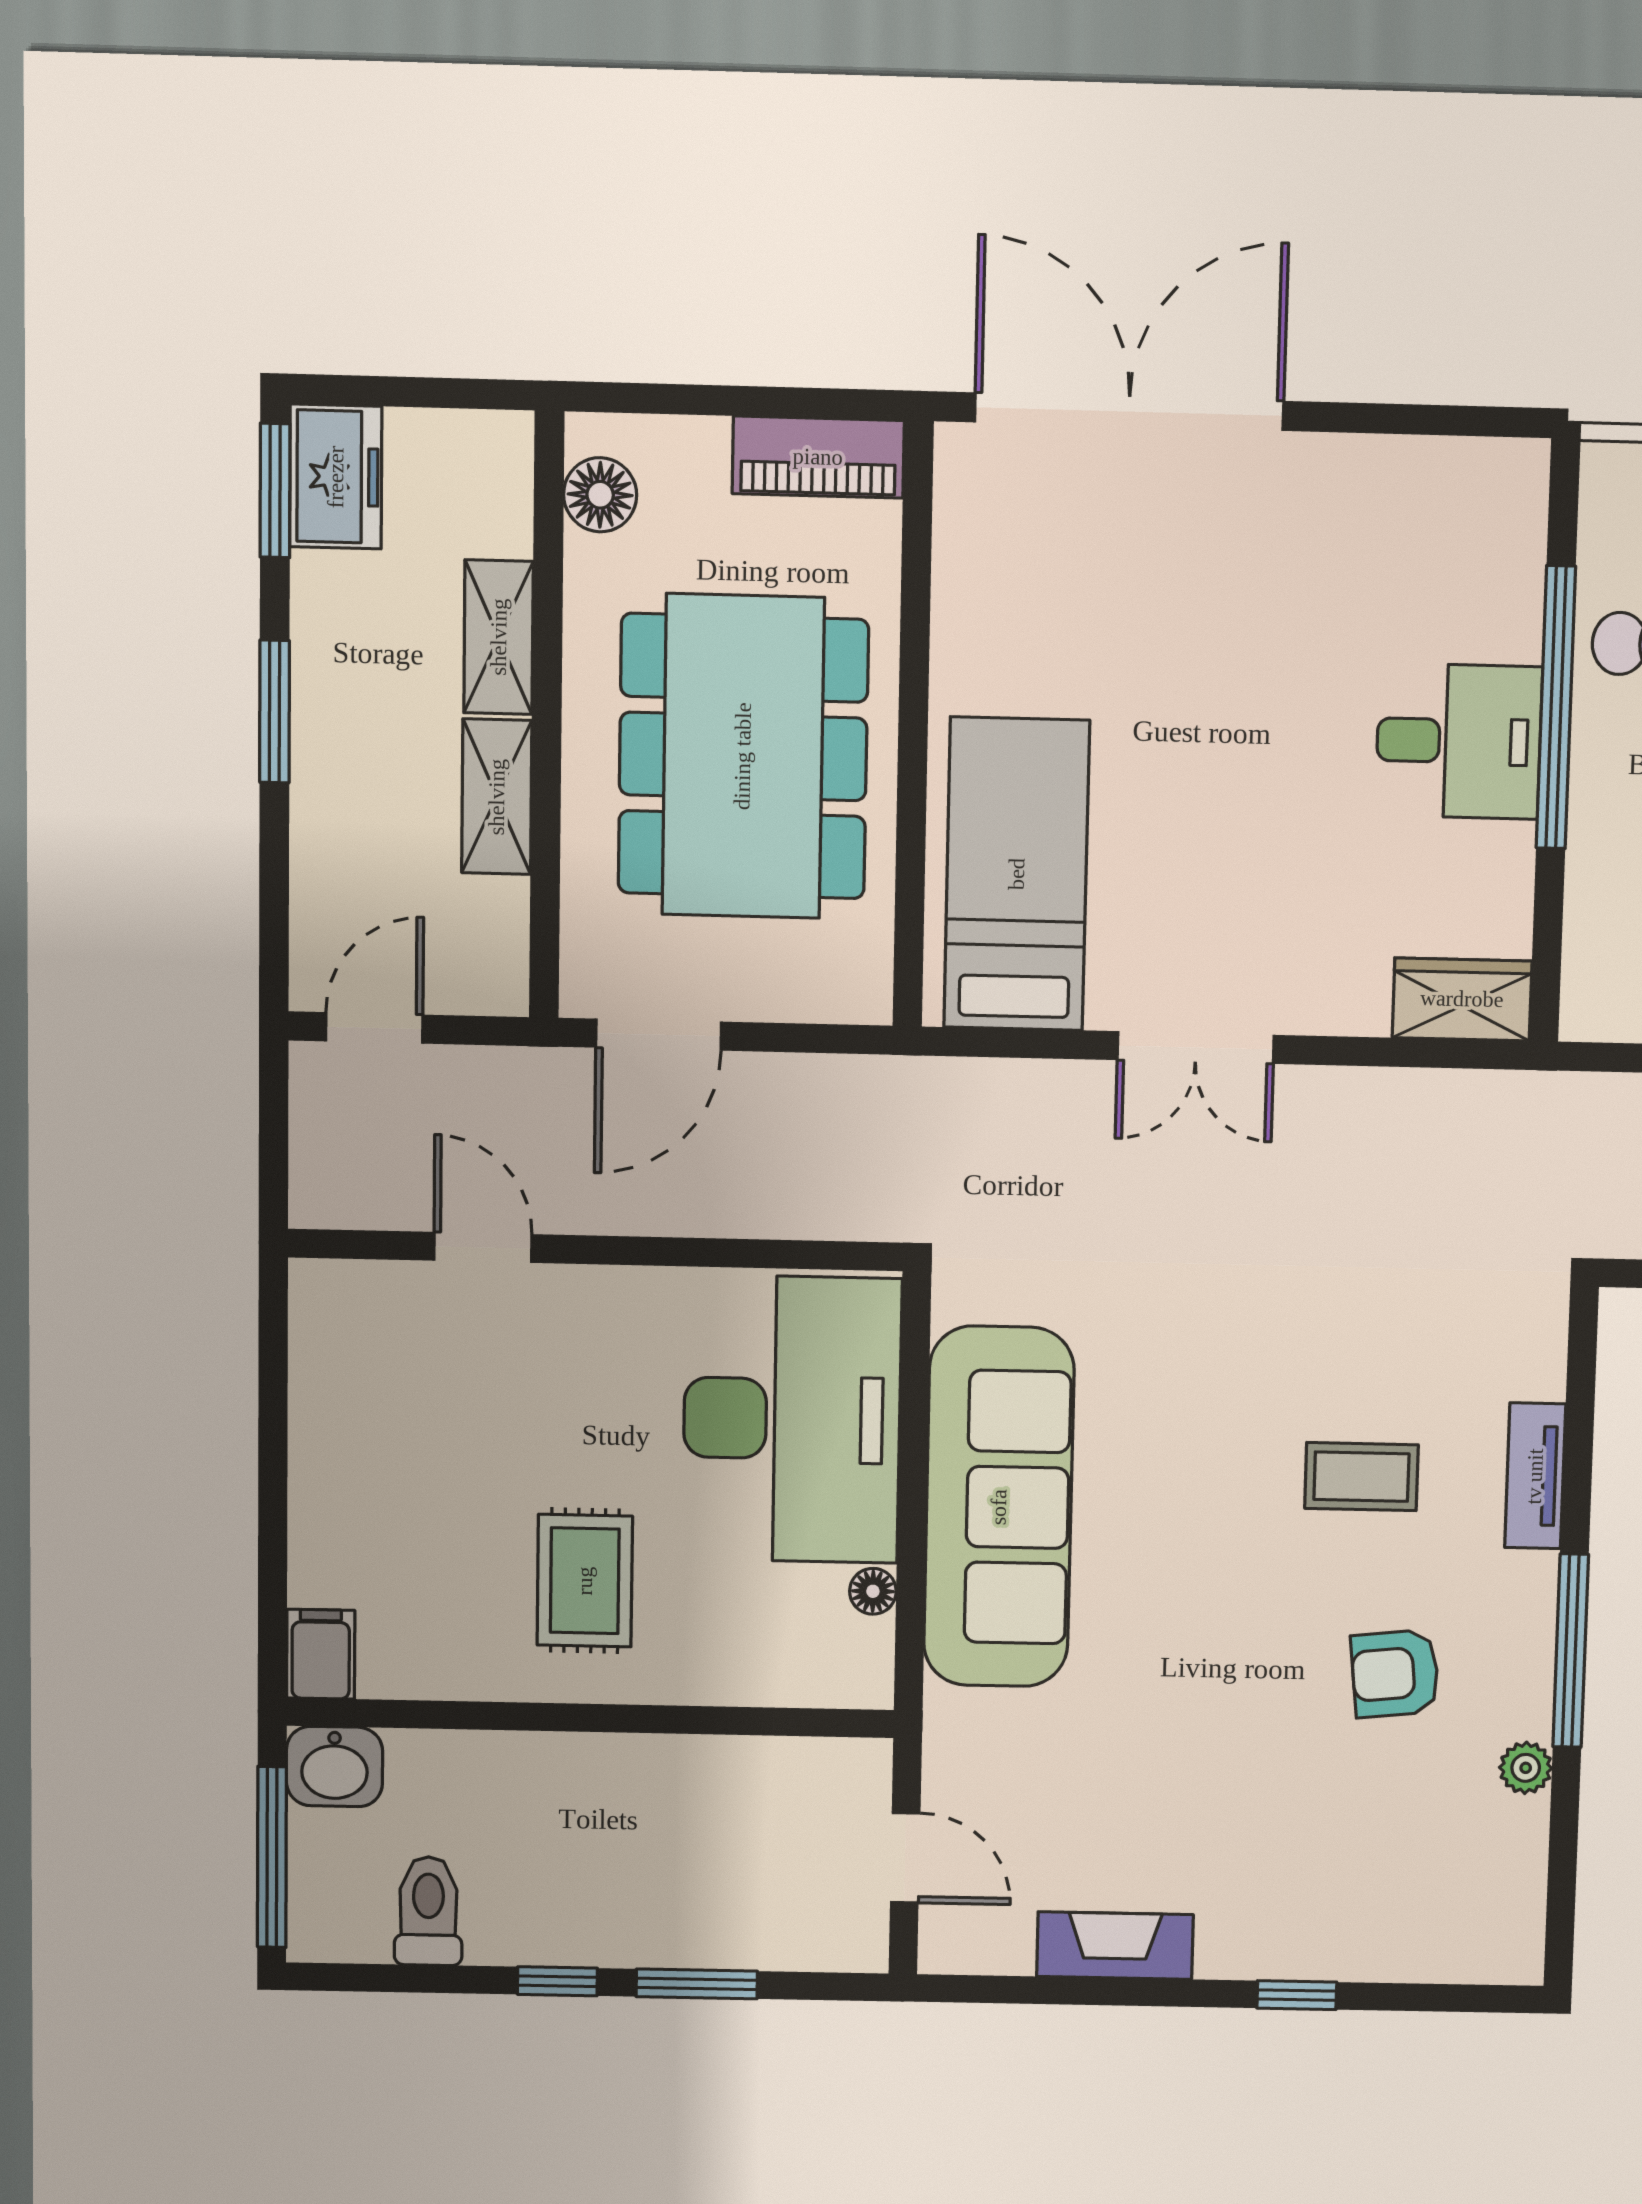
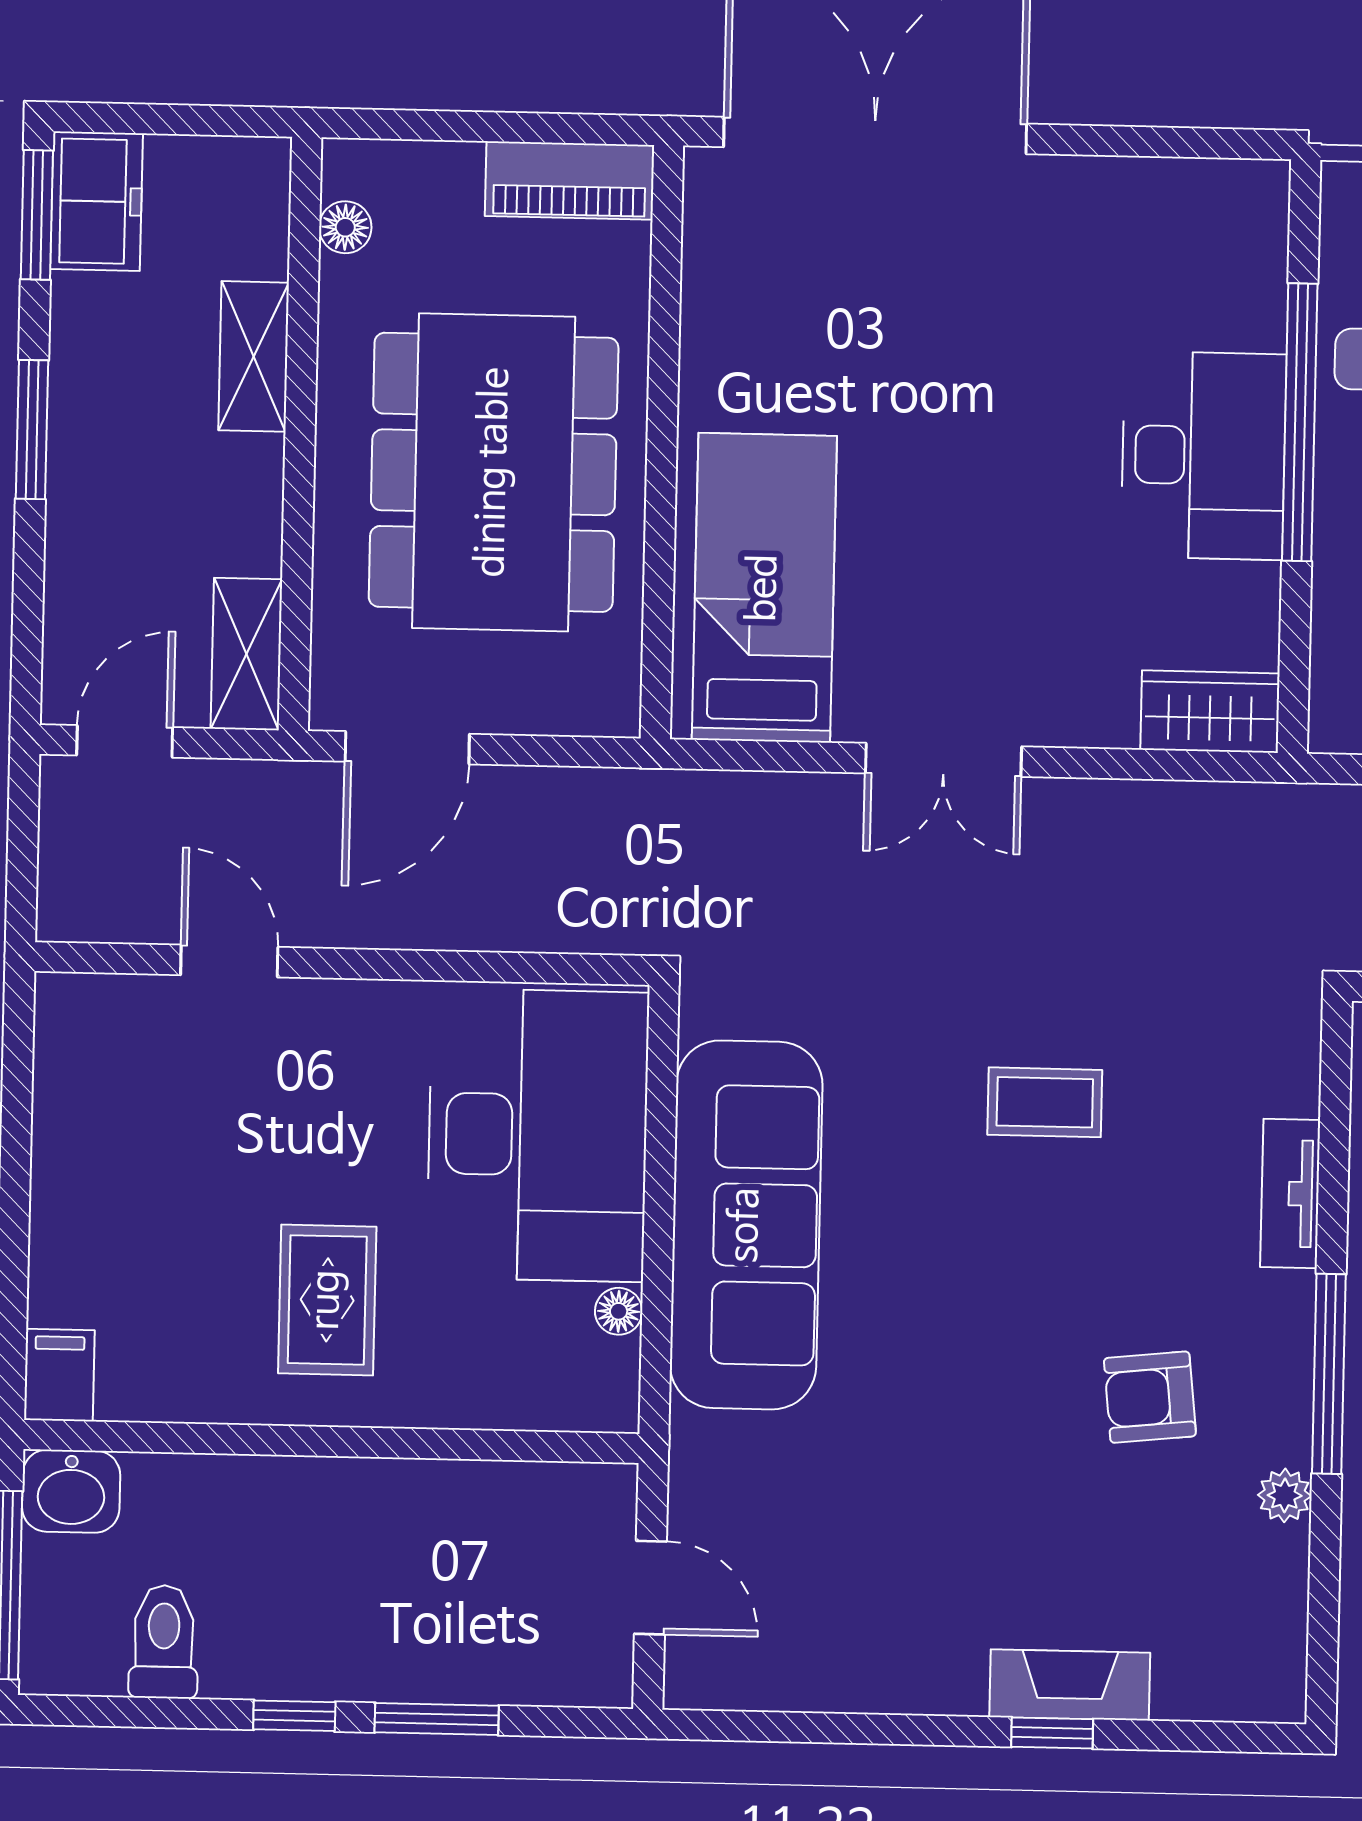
floor lamp: (600, 495) -> (345, 227), width x0.73, depth x0.73
desk: (1459, 741) -> (1204, 456), width x1.37
shelving: (497, 797) -> (246, 654), moved
coffee table: (1361, 1477) -> (1045, 1102), moved
fireplace: (1115, 1946) -> (1070, 1685), moved

